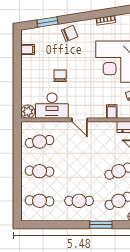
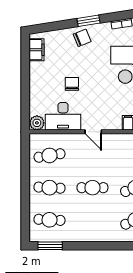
window: (47, 22) -> (89, 21), moved
filing cabinet: (28, 49) -> (37, 50), width x2.00
cafe table: (79, 201) -> (92, 188), moved
window: (101, 225) -> (50, 246), moved

